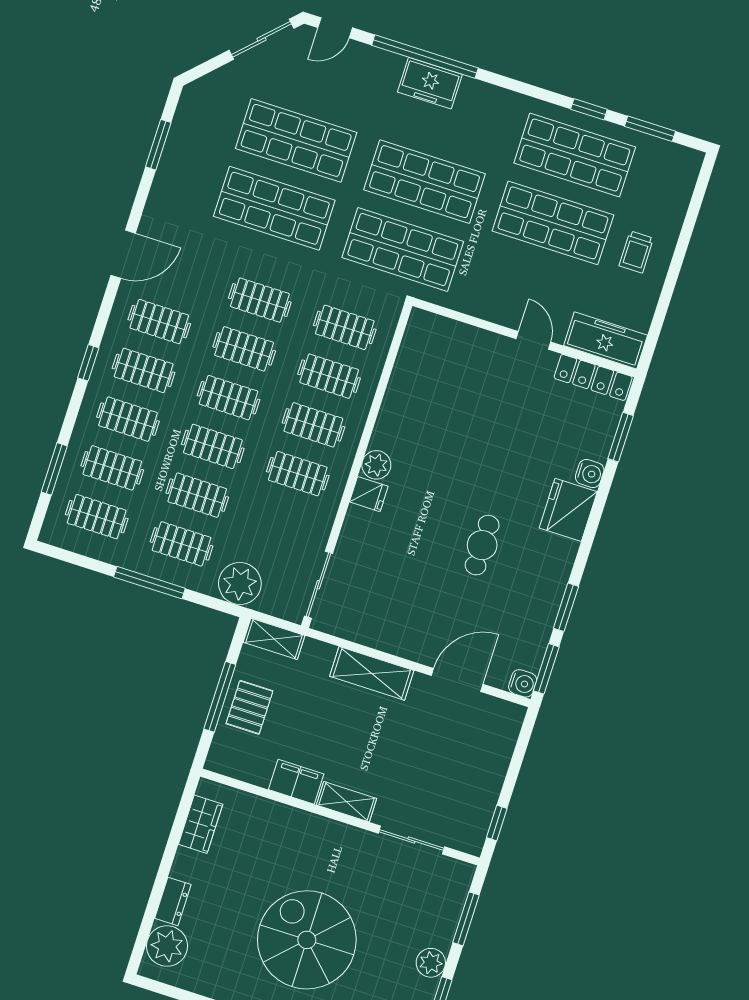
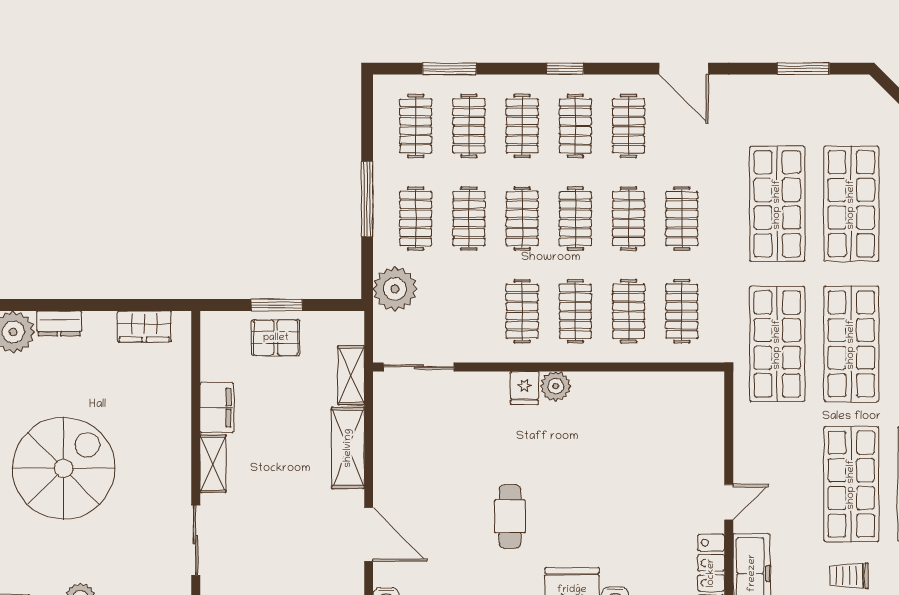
cafe table: (482, 545) -> (510, 516), turned 90
shelving: (274, 639) -> (351, 375), moved
window: (220, 697) -> (277, 305), width x0.69

